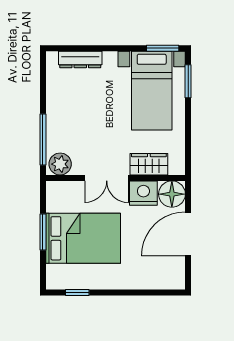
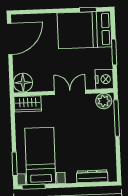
wardrobe: (149, 164) -> (28, 104), moved
nightstand: (143, 193) -> (104, 79), moved, turned -90
door: (188, 234) -> (10, 39), moved
bed: (83, 238) -> (84, 30), moved

